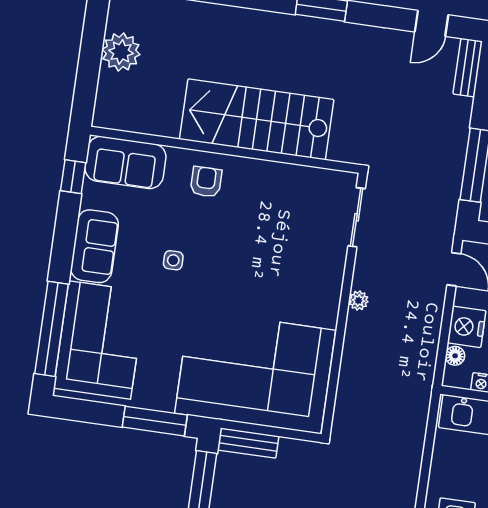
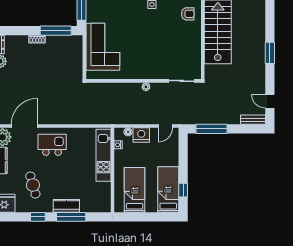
corner sofa: (255, 372) -> (103, 47), width x0.73, depth x0.74
bench: (248, 443) -> (78, 48), removed

